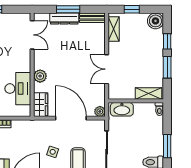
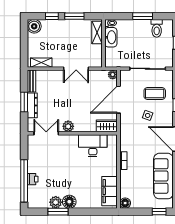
window: (132, 9) -> (24, 47), removed
plant: (40, 76) -> (68, 126), moved
washbasin: (122, 109) -> (111, 37), moved

